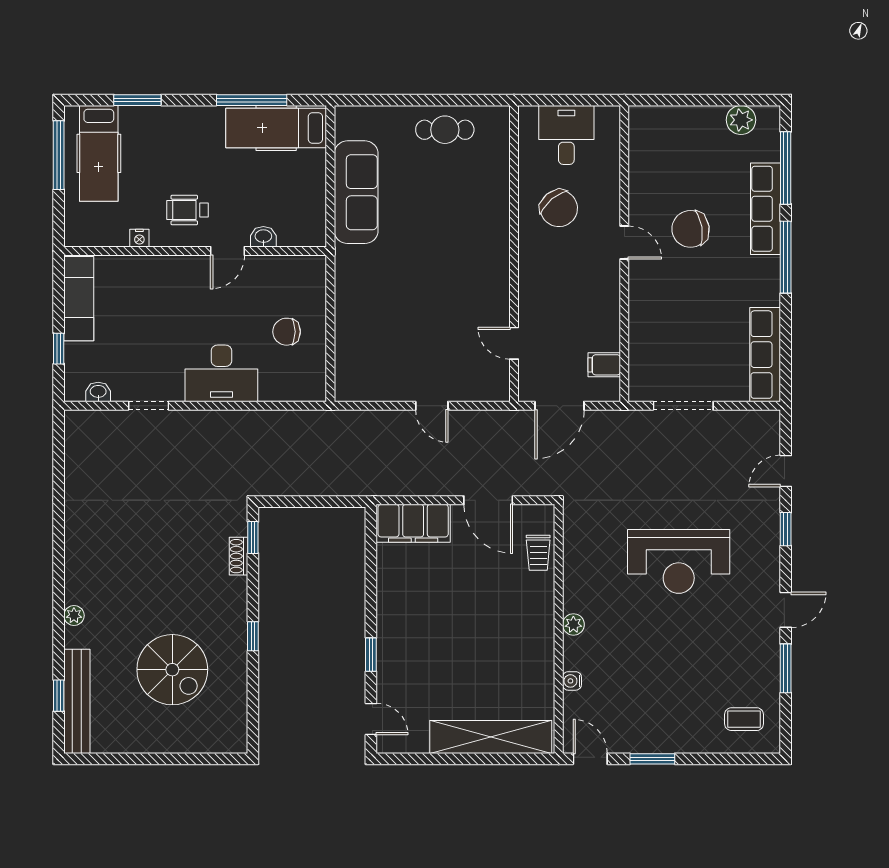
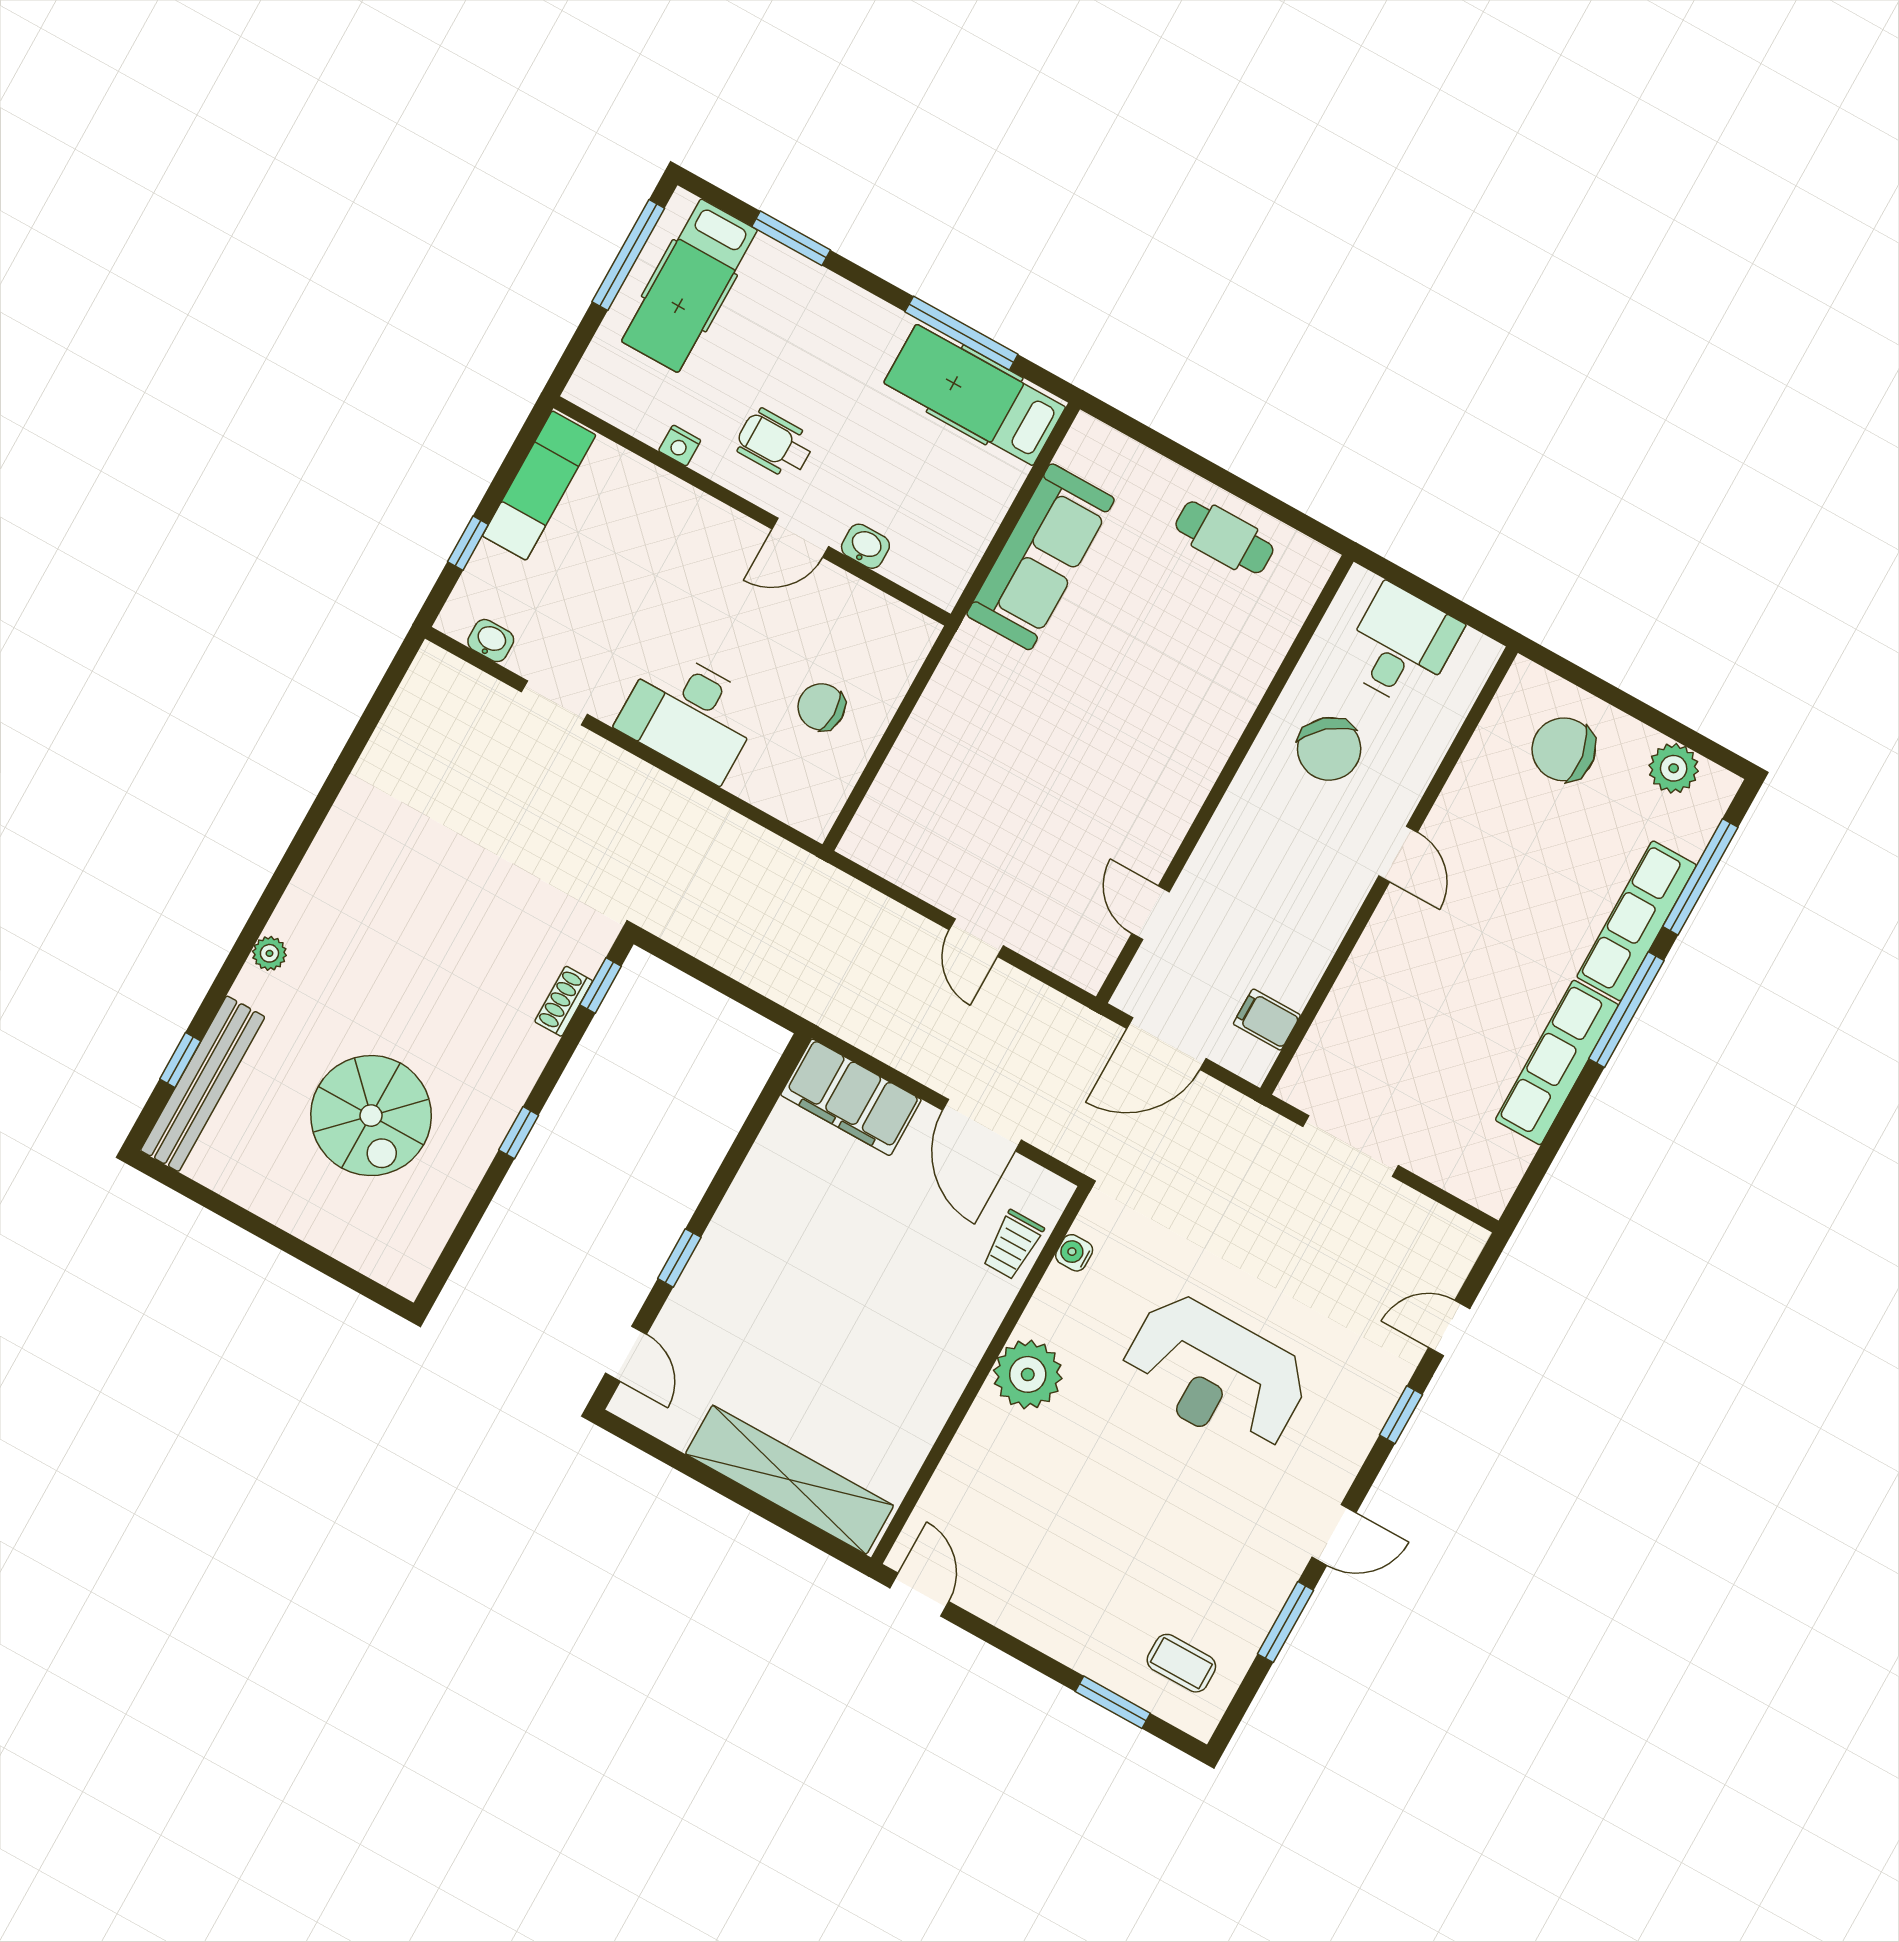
chair: (691, 229) -> (1564, 749), moved
row of seats: (765, 355) -> (1557, 1062), moved
plant: (573, 624) -> (1028, 1374), width x1.88, depth x1.88
water cooler: (572, 681) -> (1074, 1253), moved
window: (652, 759) -> (1113, 1702), moved

